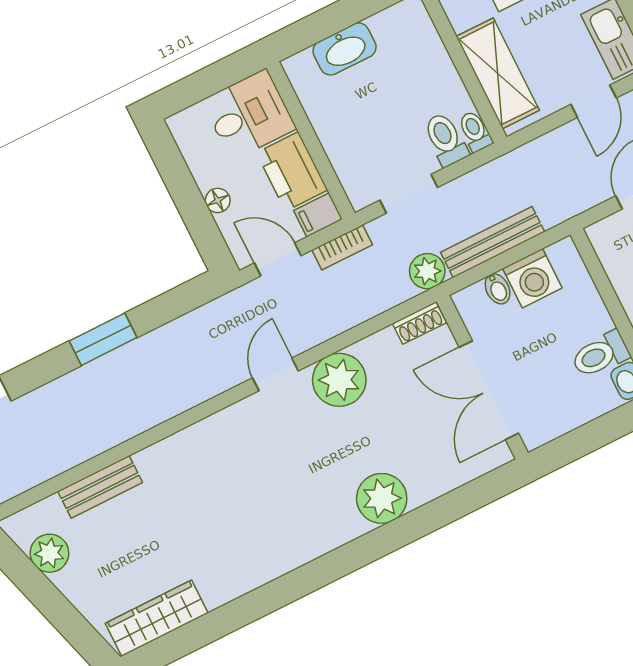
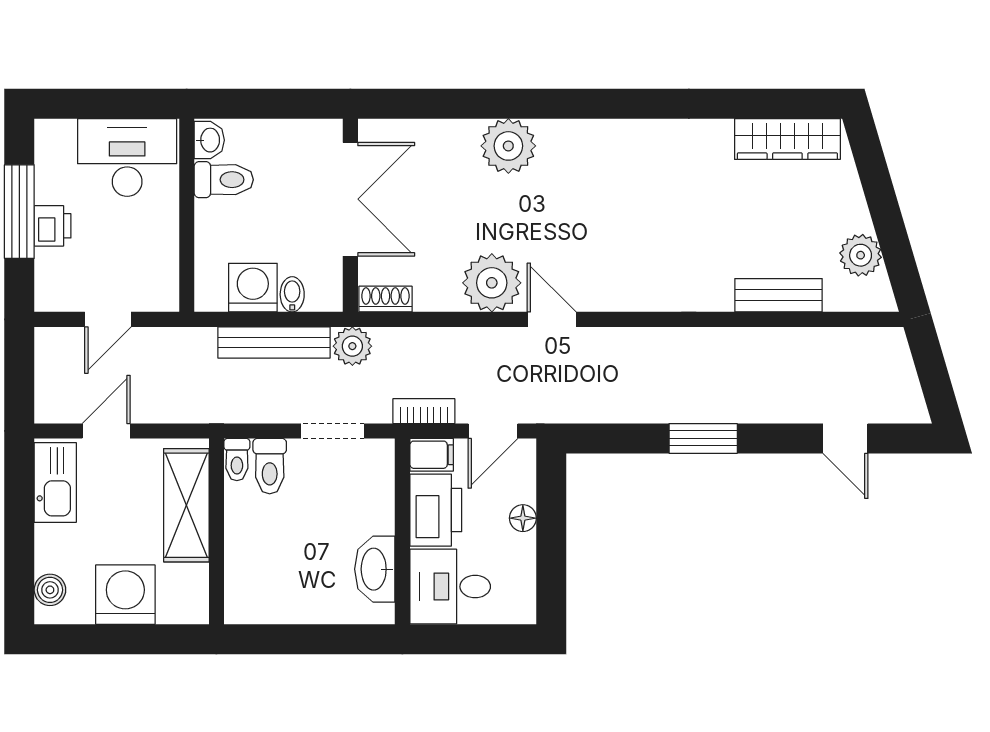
washbasin: (345, 49) -> (375, 569), moved, turned -90
door: (278, 259) -> (493, 431), hinge flipped
door: (275, 374) -> (552, 319), swing flipped

